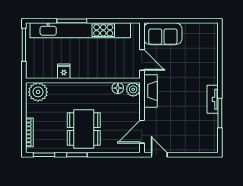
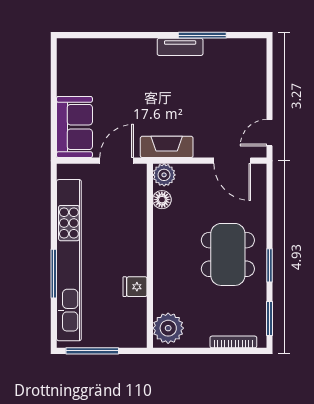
dining table: (84, 129) -> (228, 254), turned 90

